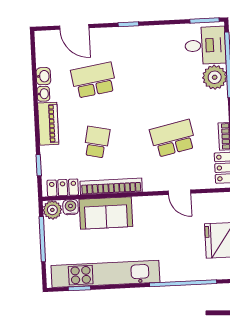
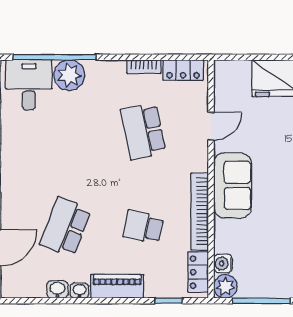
school desk: (94, 80) -> (65, 227), turned 30
sofa: (106, 213) -> (232, 185), moved

